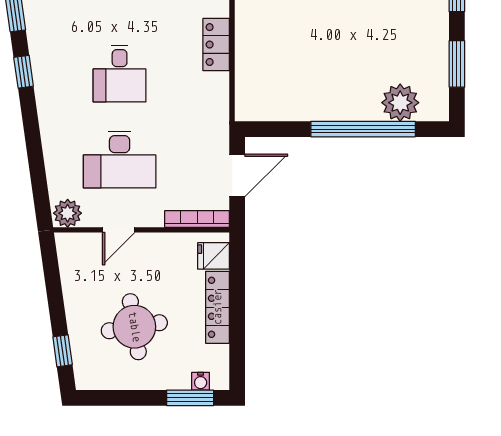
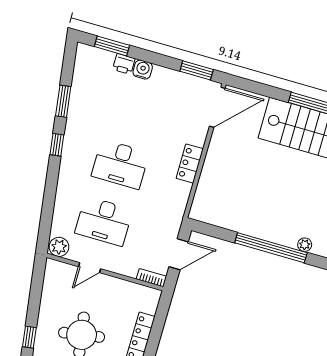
desk: (120, 74) -> (120, 164), width x1.37
plant: (400, 103) -> (305, 245), width x0.53, depth x0.53
bookcase: (197, 219) -> (151, 278), width x0.64
fridge: (214, 256) -> (148, 303), removed

